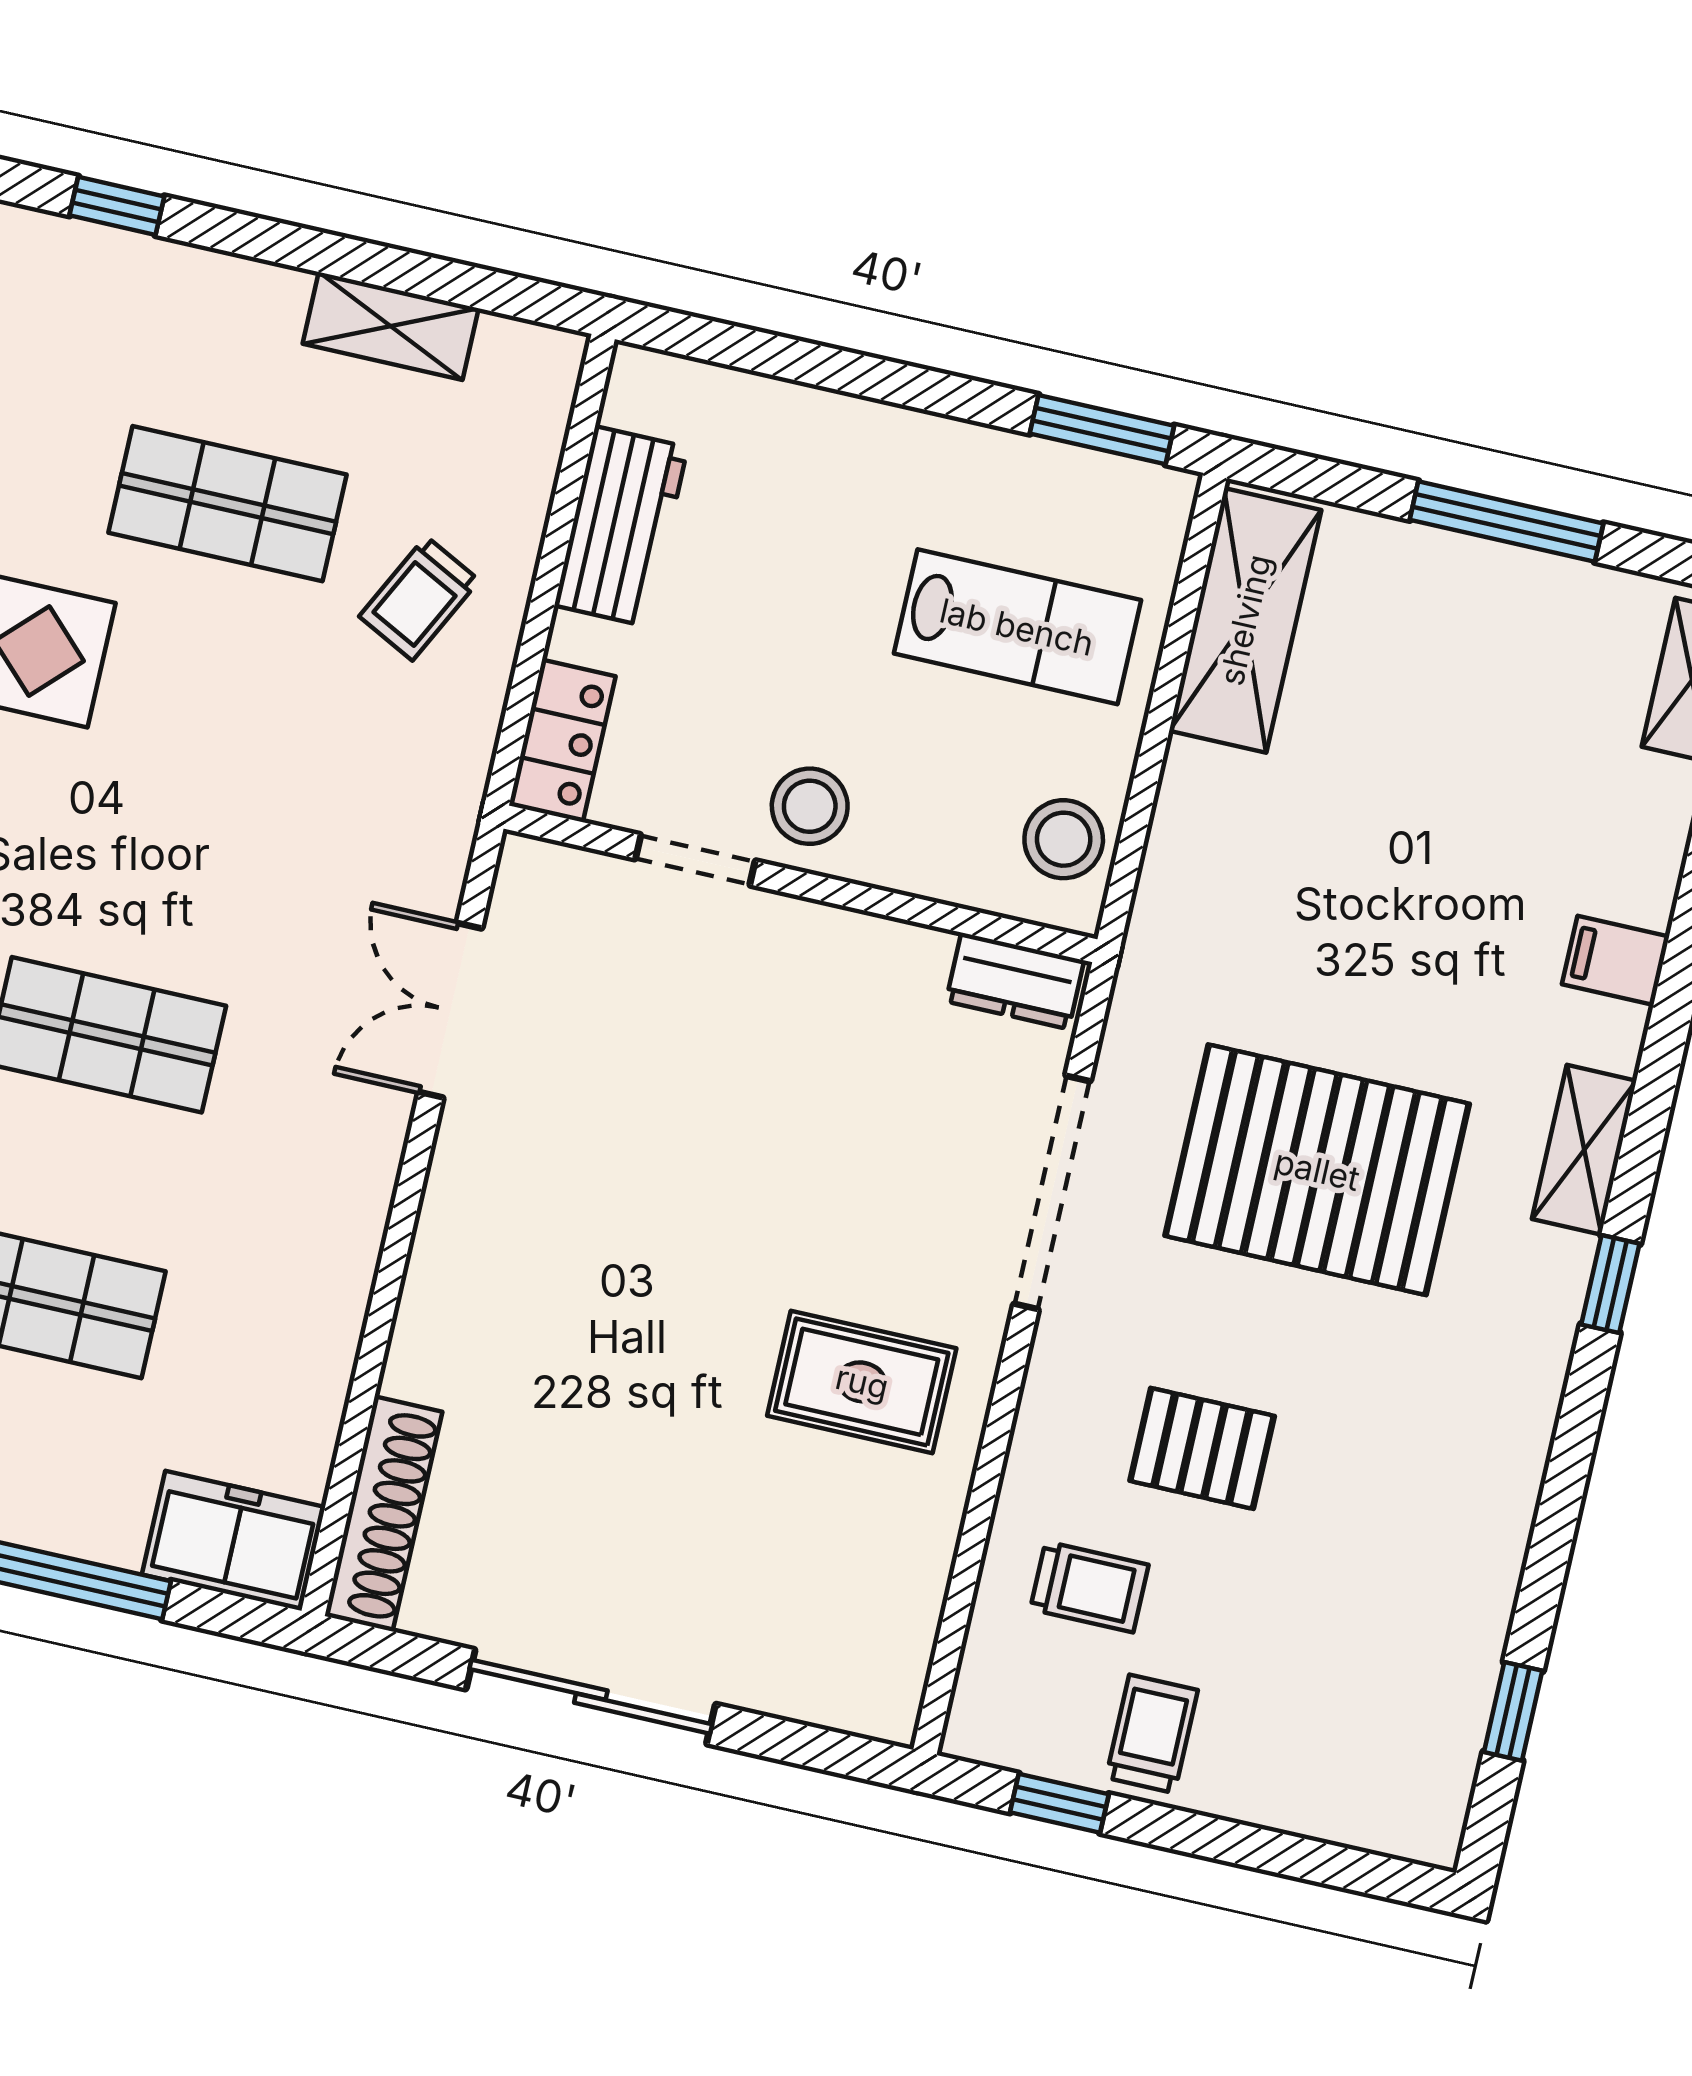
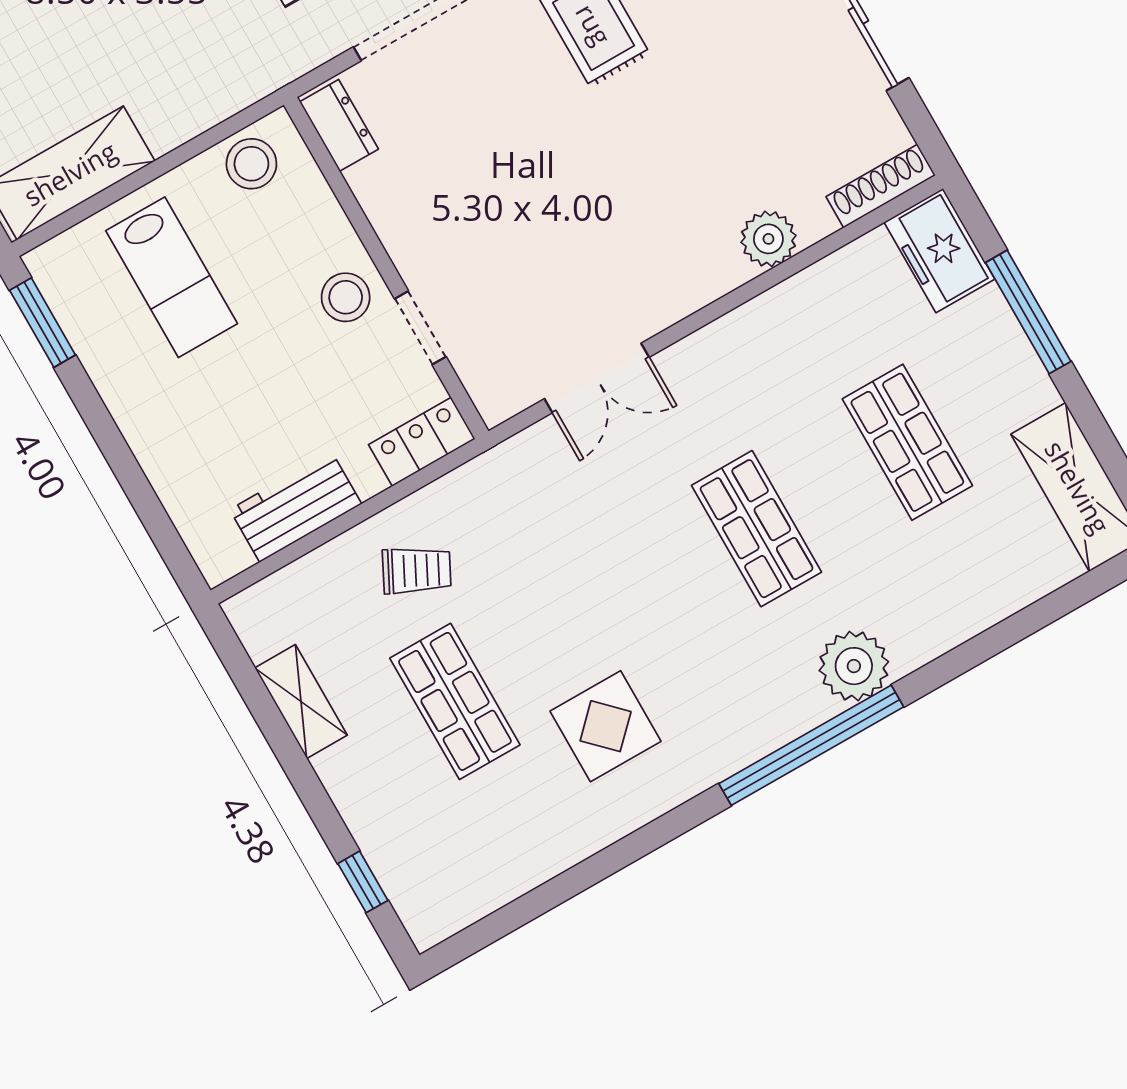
lab bench: (1017, 627) -> (172, 277), turned 180
plant: (428, 1356) -> (768, 239), added
shoe rack: (384, 1514) -> (881, 186), width x0.74, depth x0.81

